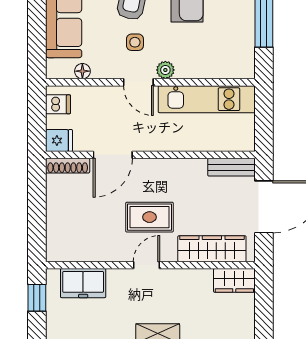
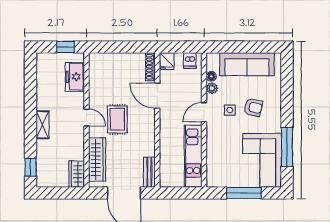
plant: (165, 70) -> (212, 88), moved

